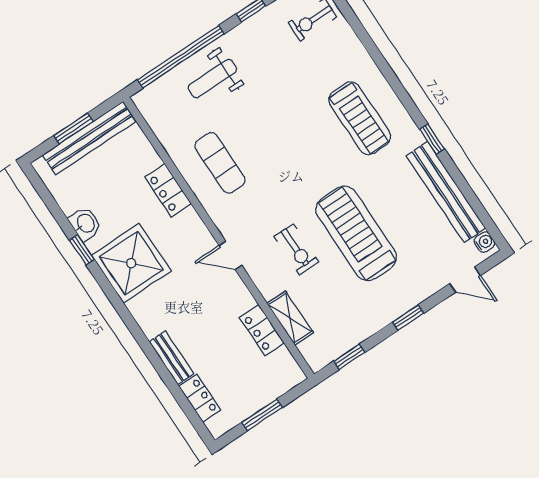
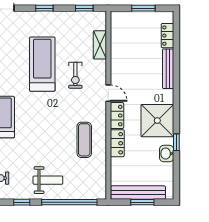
weight bench: (212, 79) -> (48, 180), moved
treadmill: (356, 233) -> (42, 64), turned 180
exercise bike: (296, 249) -> (75, 75), turned 180
locker: (262, 330) -> (117, 116), moved
bench: (172, 358) -> (168, 69), width x1.36

